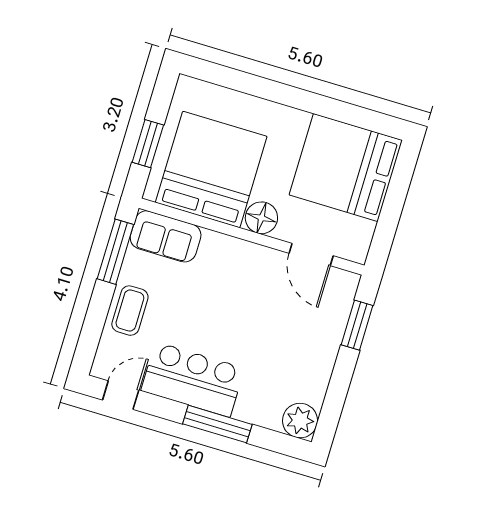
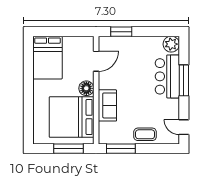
window: (148, 144) -> (69, 149), width x1.44
bed: (346, 167) -> (48, 58), width x0.73
sofa: (166, 236) -> (107, 105), moved
bar counter: (193, 379) -> (167, 76), moved

